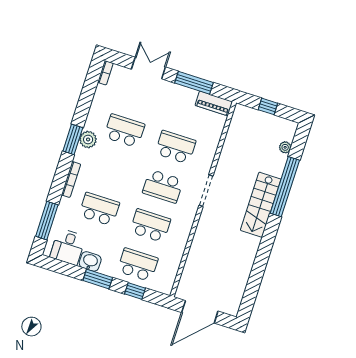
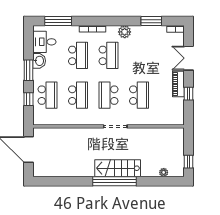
double door: (148, 68) -> (189, 58), swing flipped
window: (194, 83) -> (189, 94), width x0.46
piano: (214, 103) -> (178, 84), moved
window: (268, 106) -> (189, 162), moved
school desk: (124, 131) -> (108, 55), moved
window: (73, 139) -> (151, 21), moved
window: (285, 187) -> (115, 181), moved

